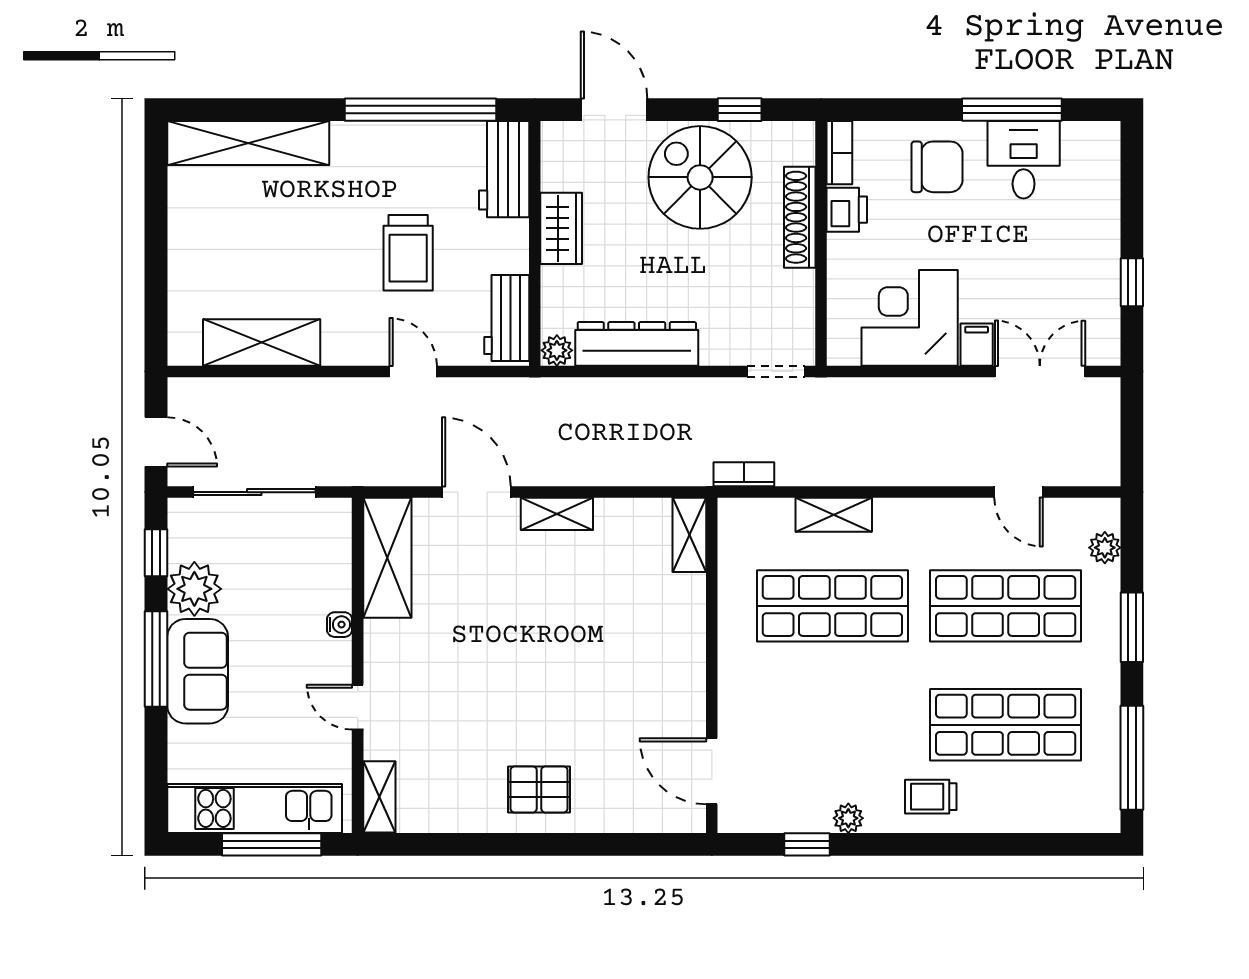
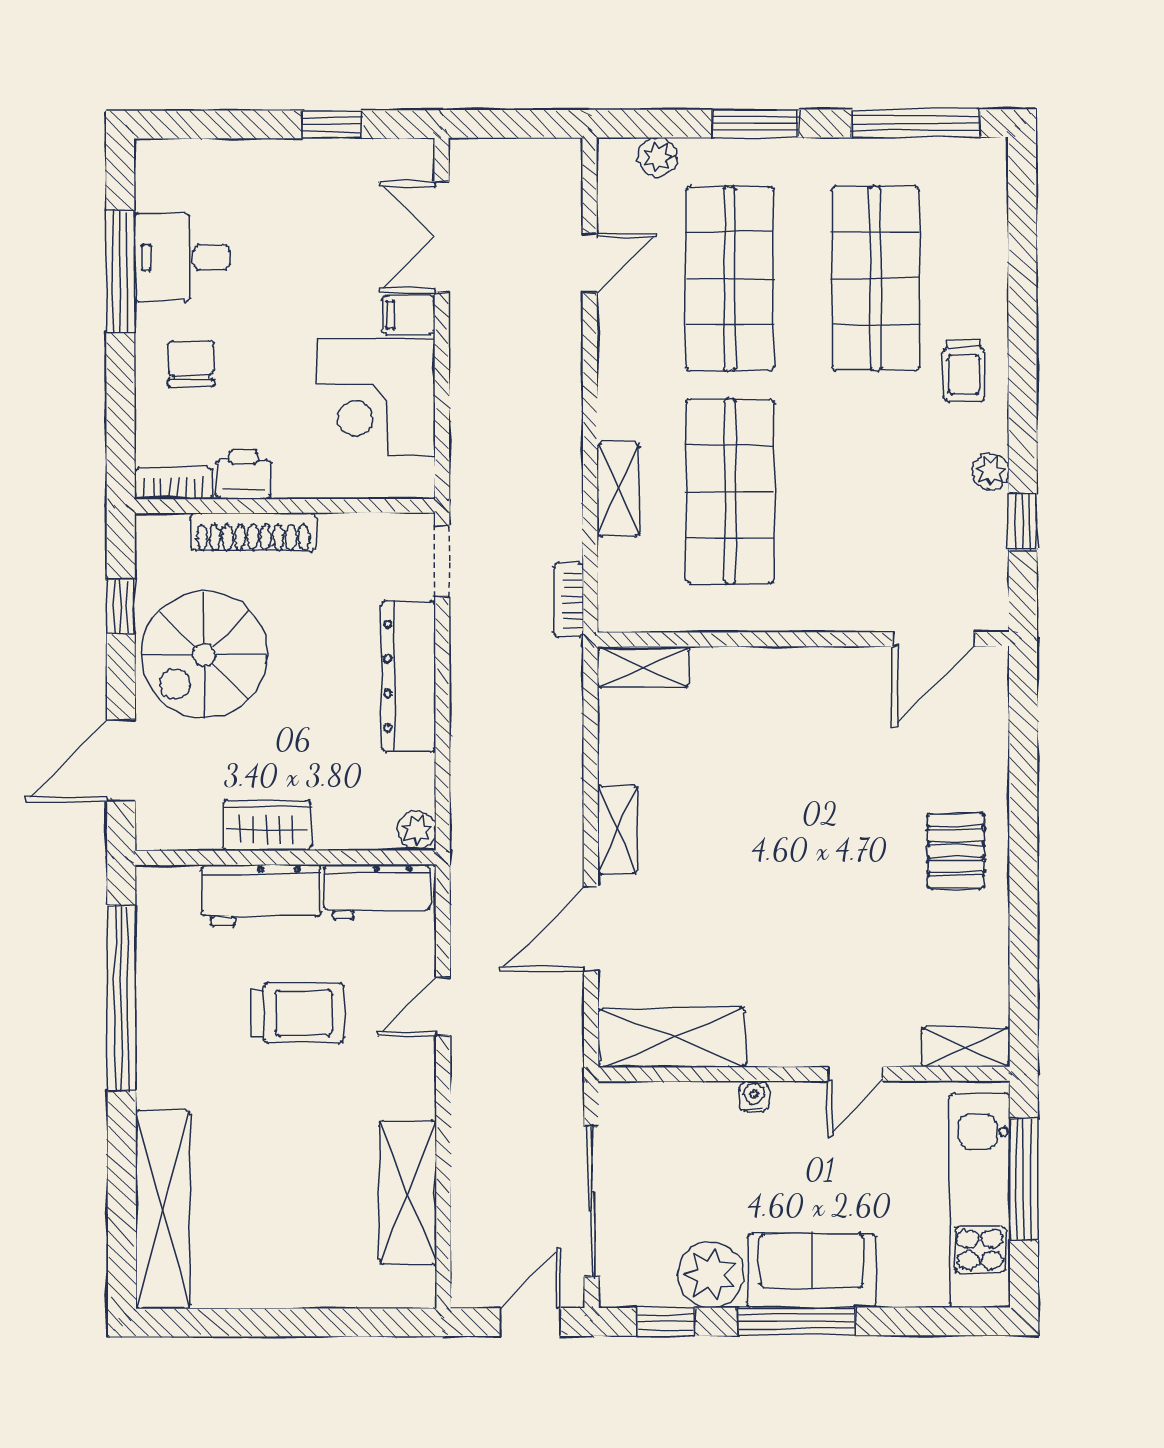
chair: (937, 167) -> (191, 364), width x0.73, depth x0.73
workbench: (504, 169) -> (261, 895), moved
dresser: (637, 344) -> (409, 676), moved

